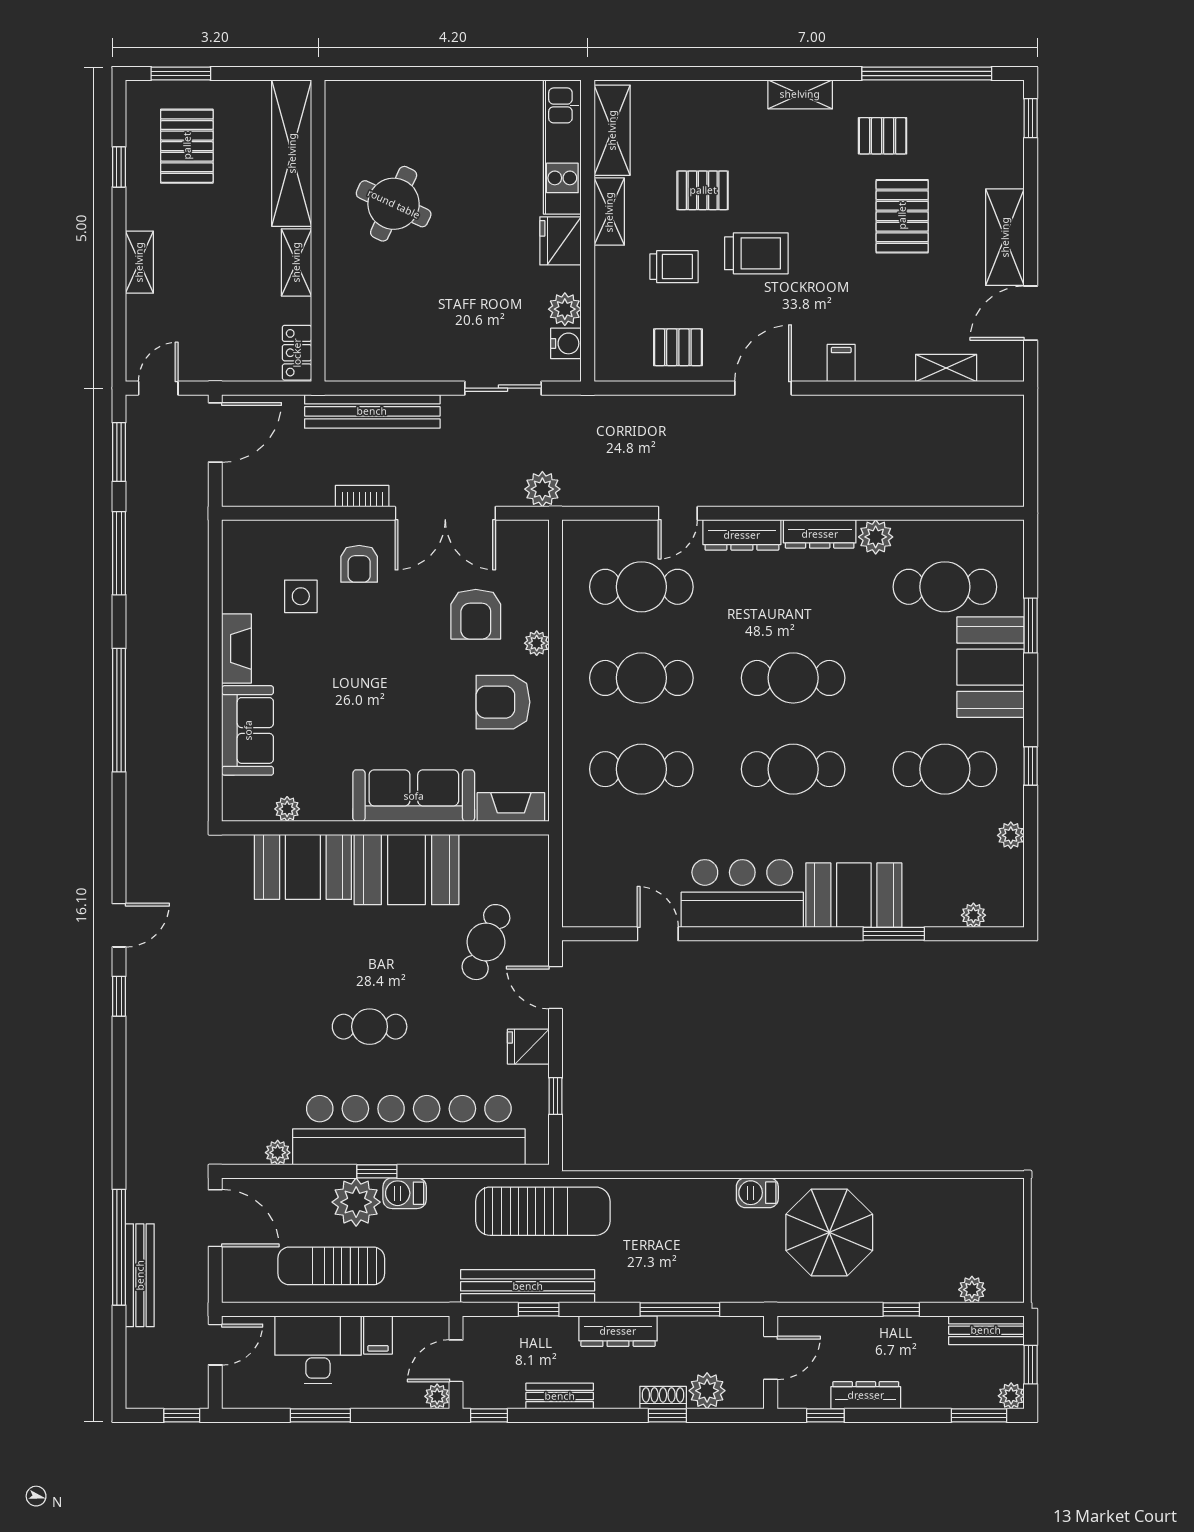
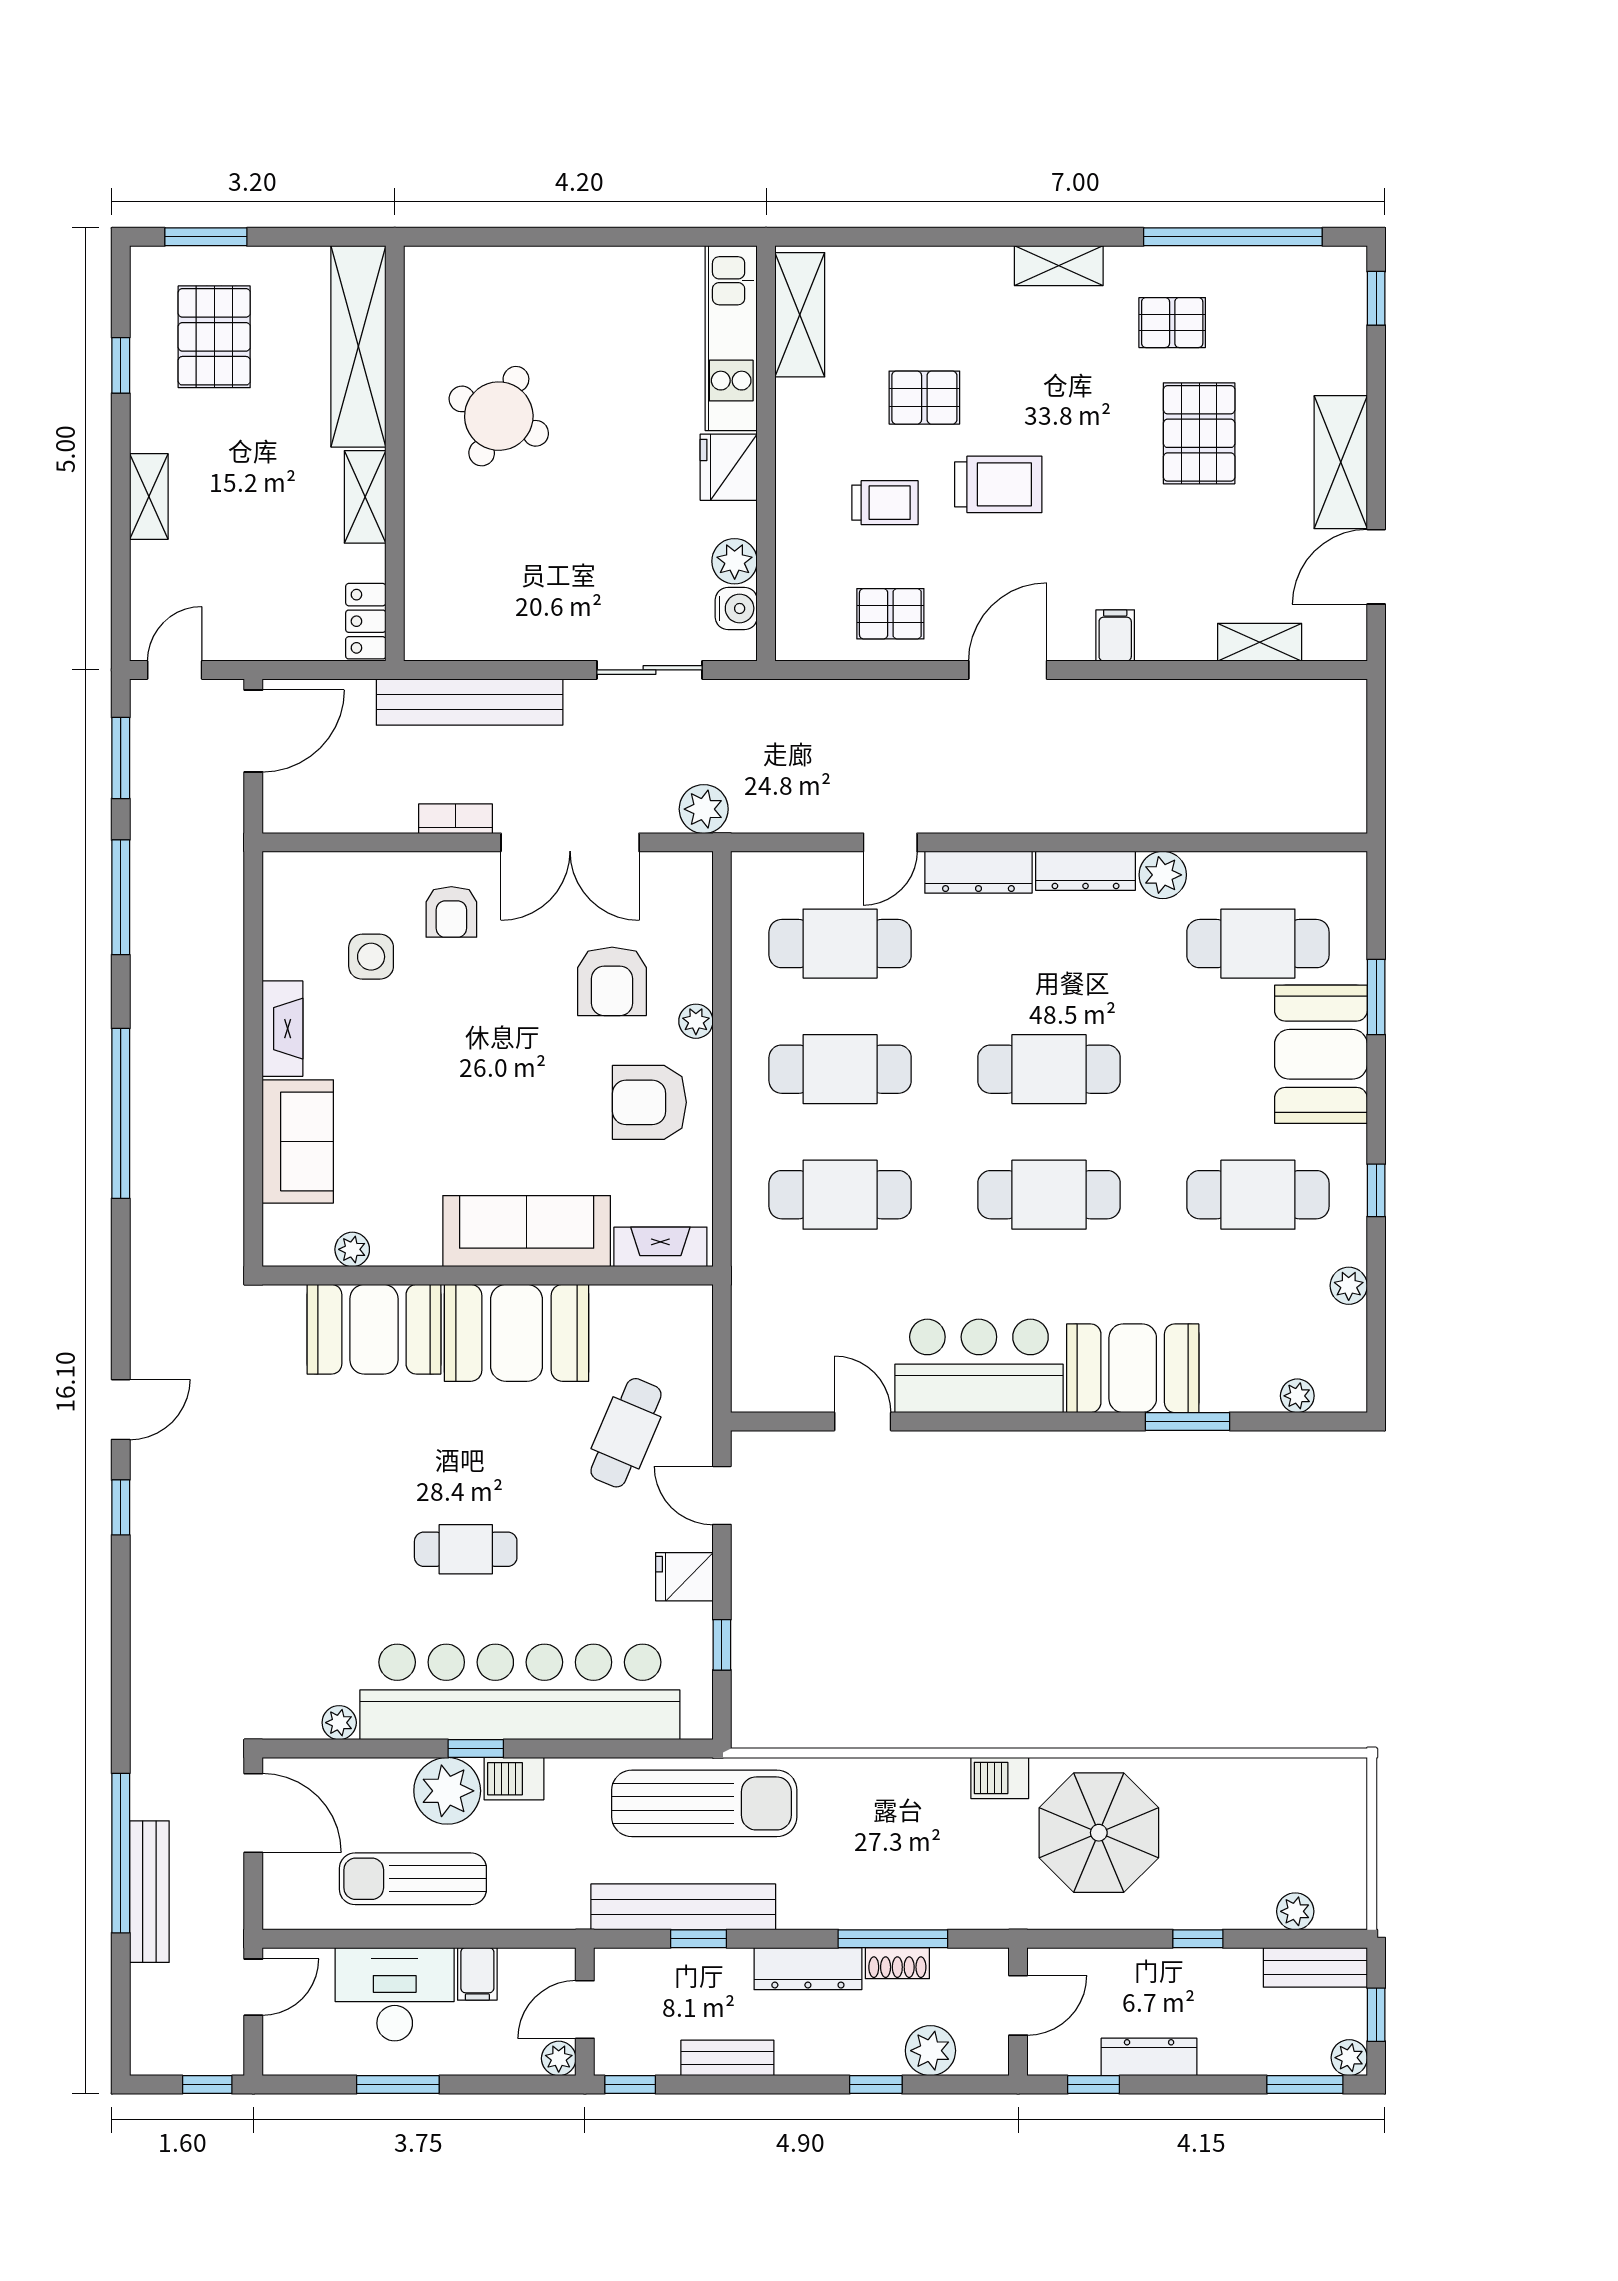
shelving: (609, 212) -> (796, 427), removed
shoe rack: (663, 1398) -> (897, 1963), moved, turned 180

